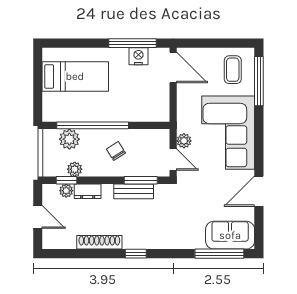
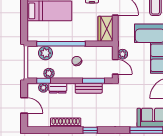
wardrobe: (159, 103) -> (106, 29), added

